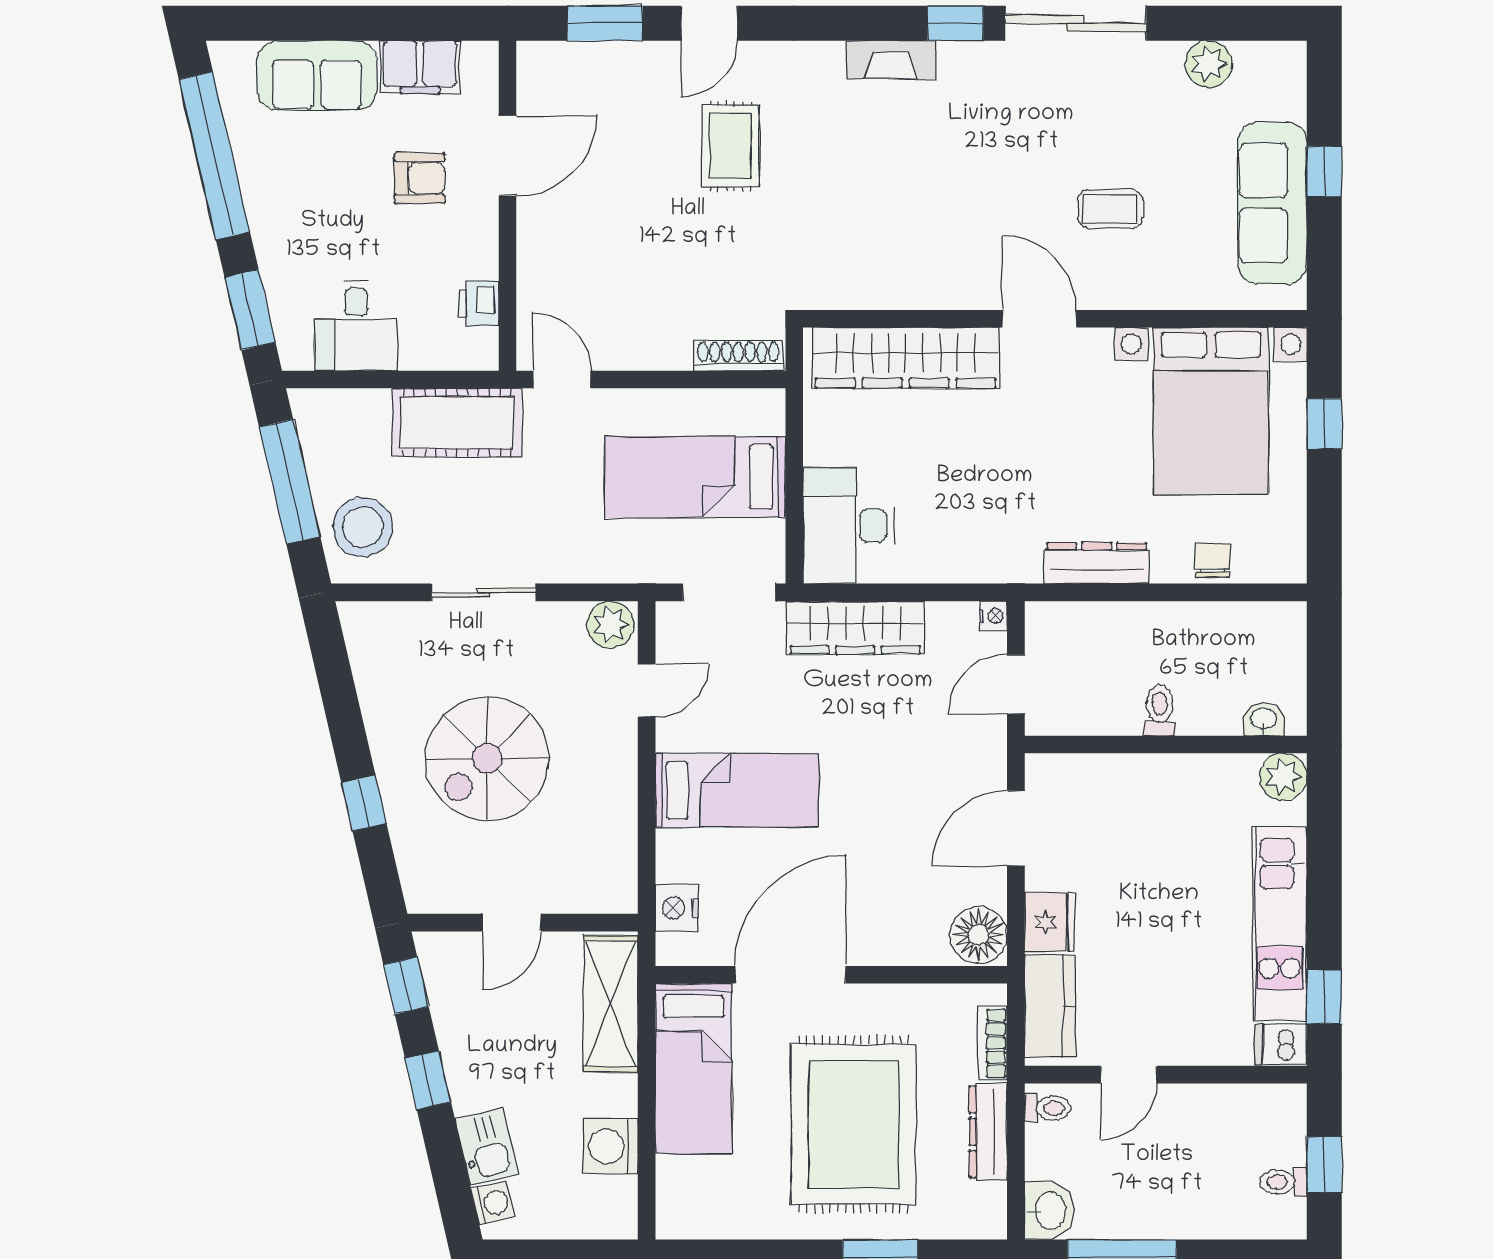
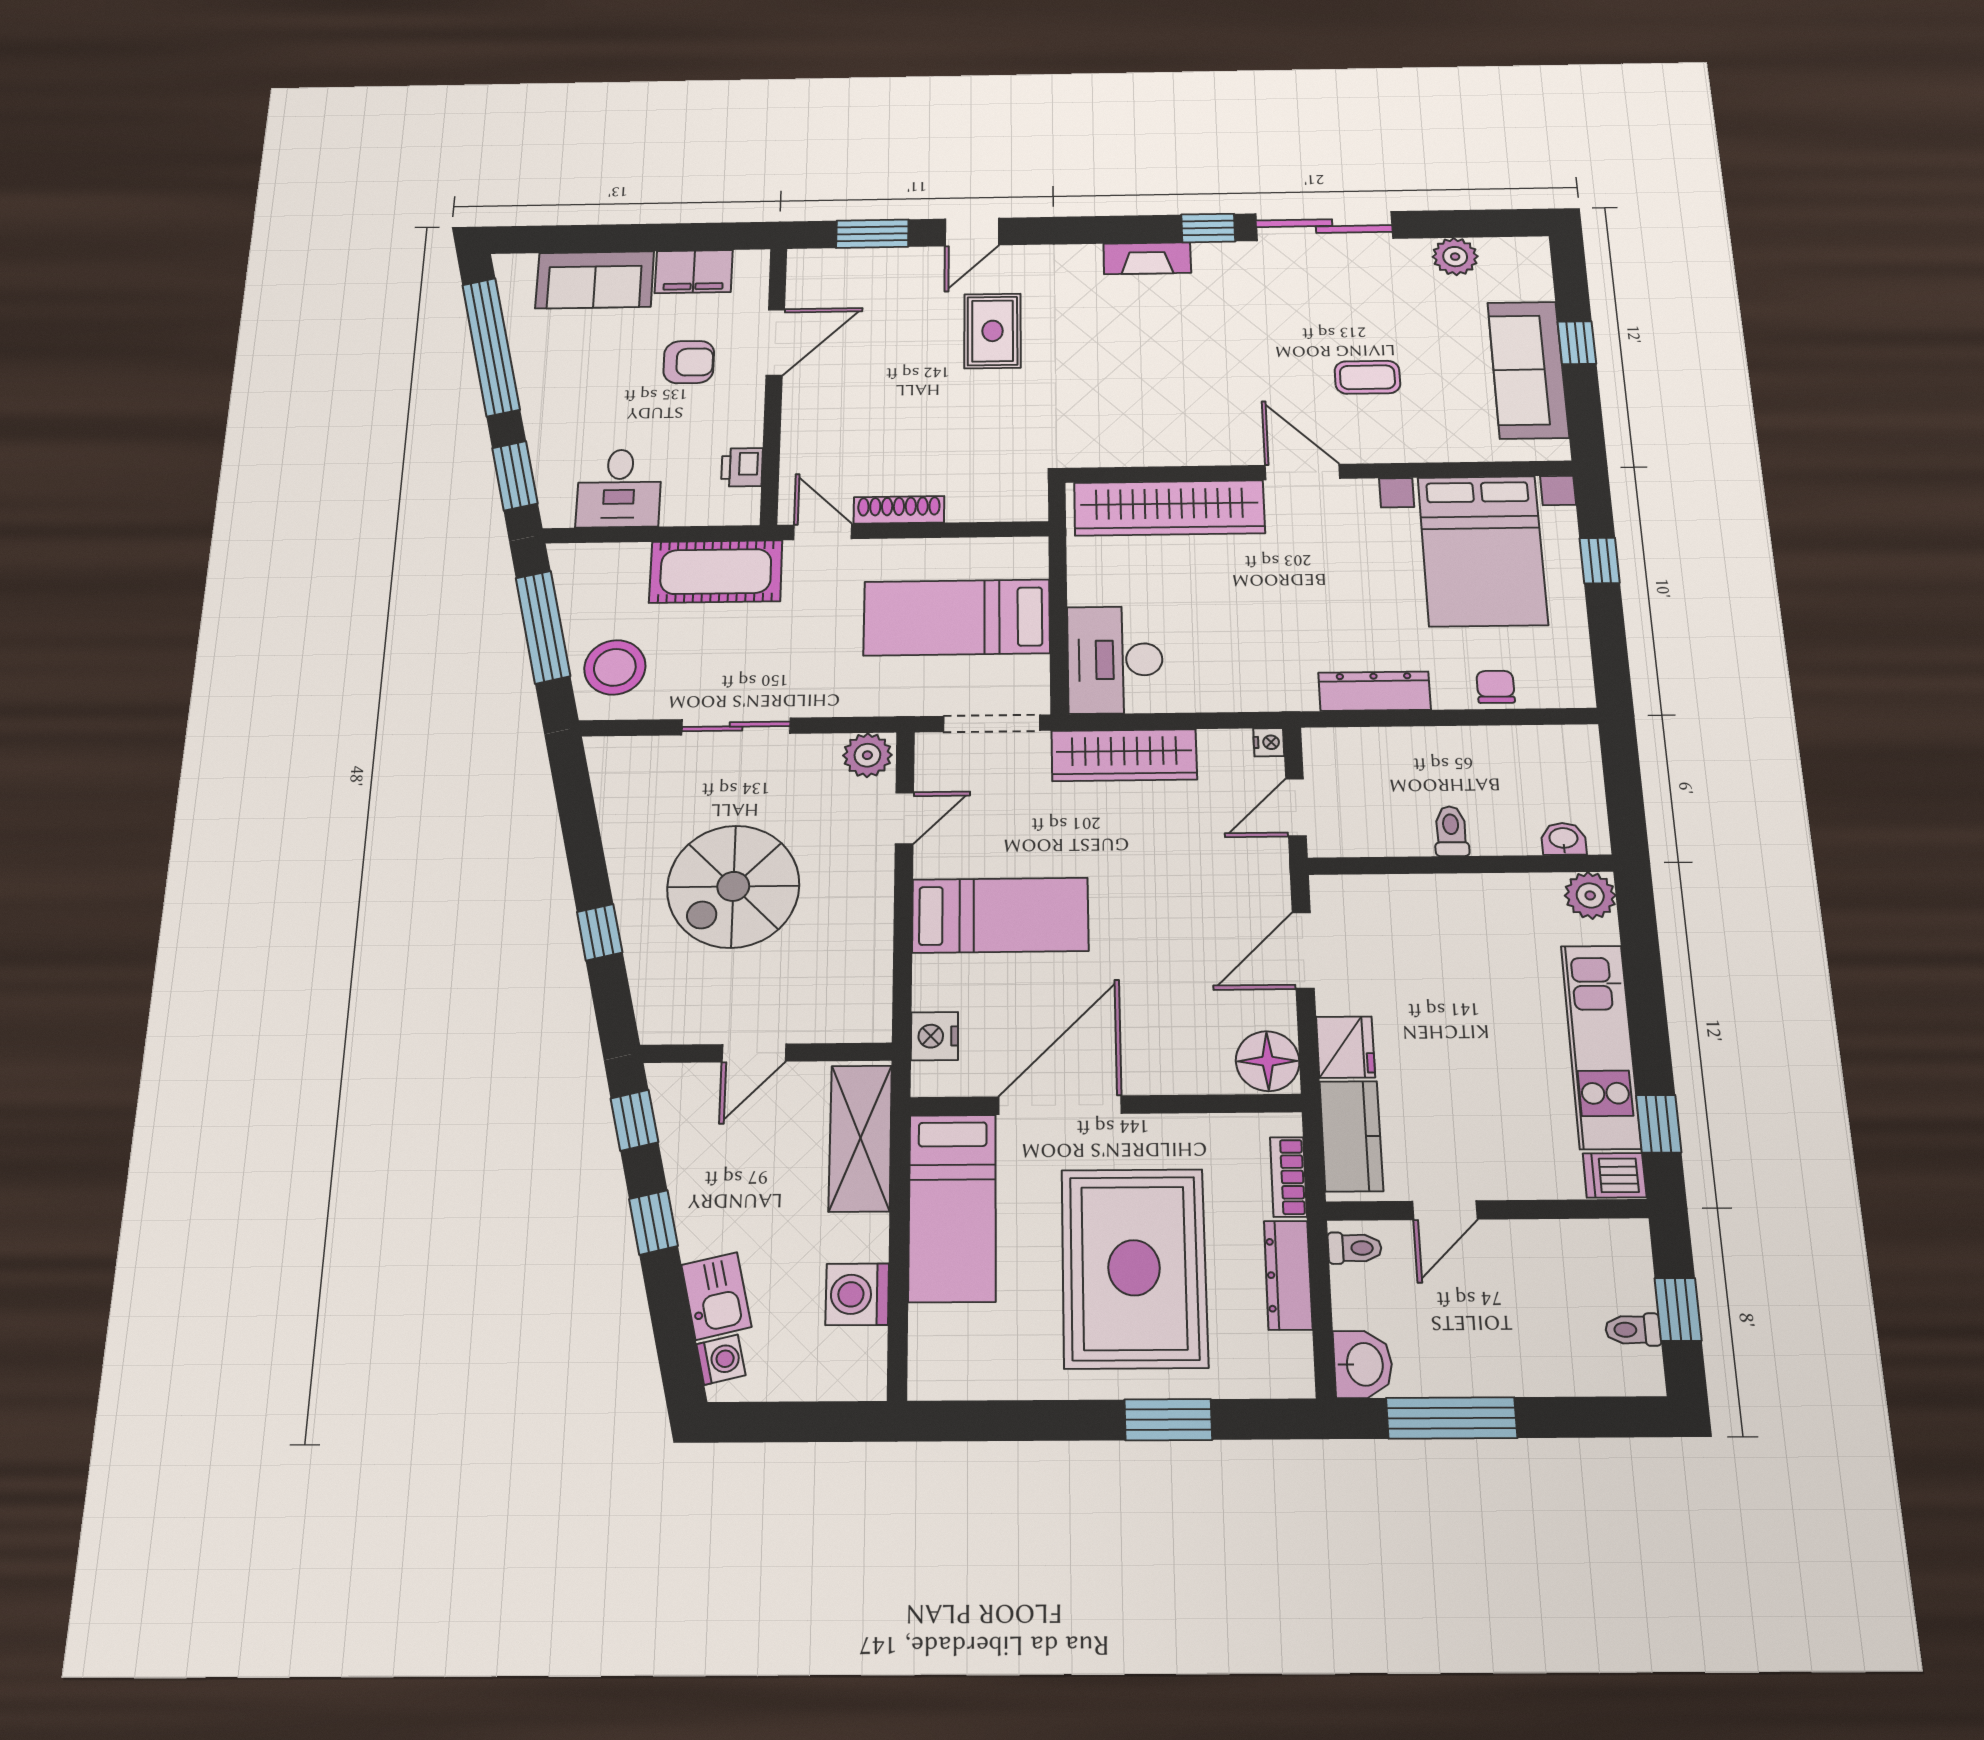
shoe rack: (738, 356) -> (899, 510), moved

